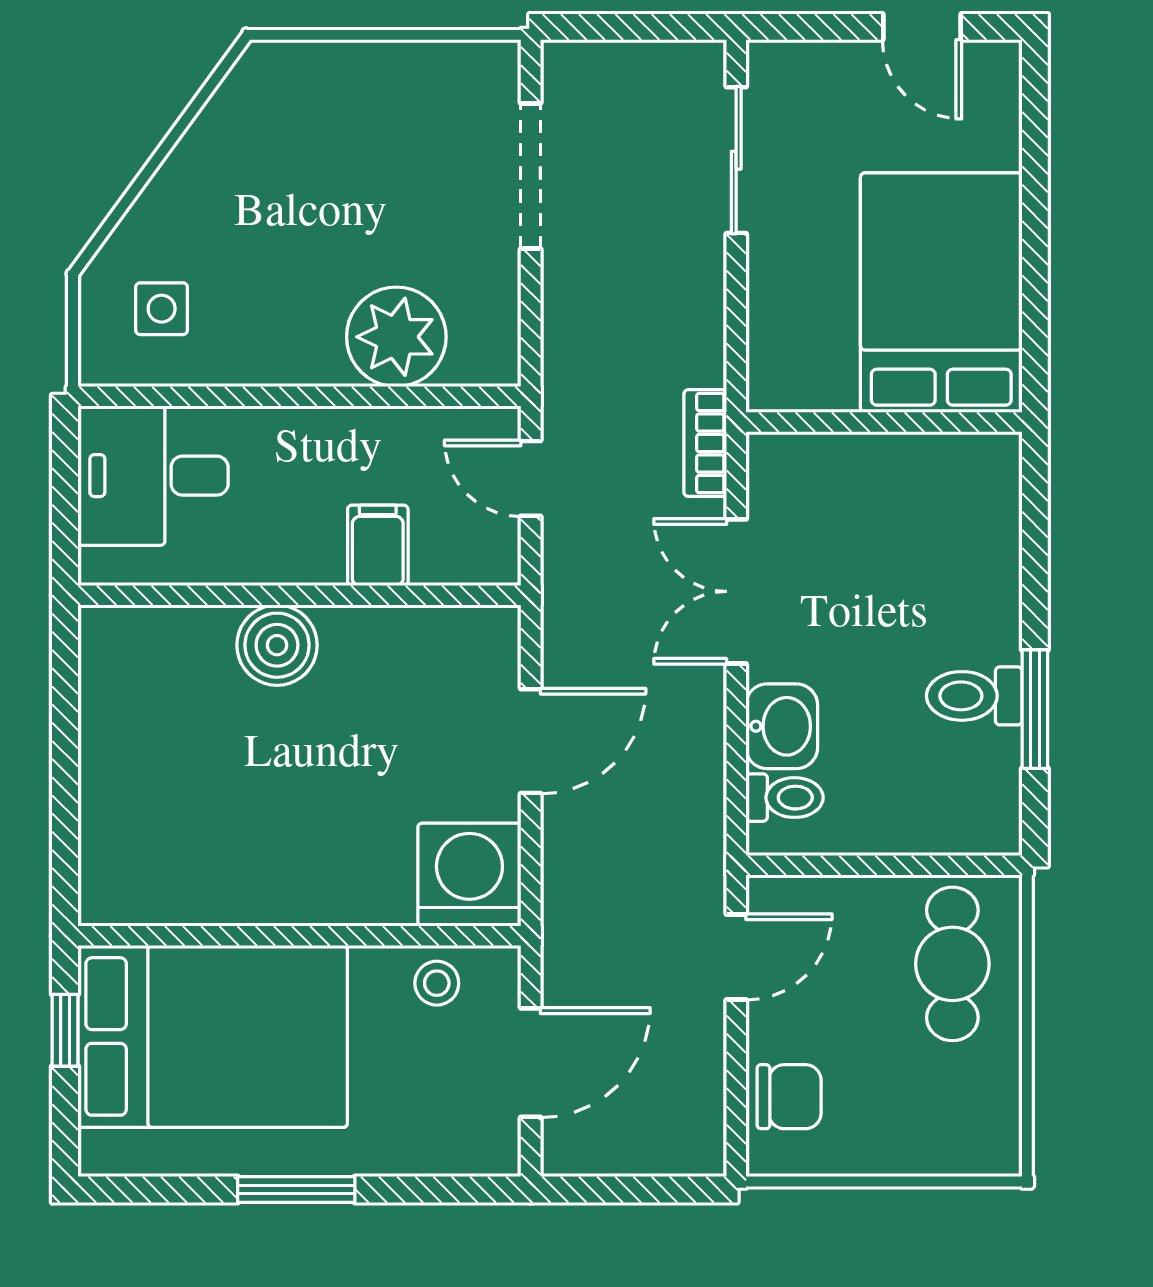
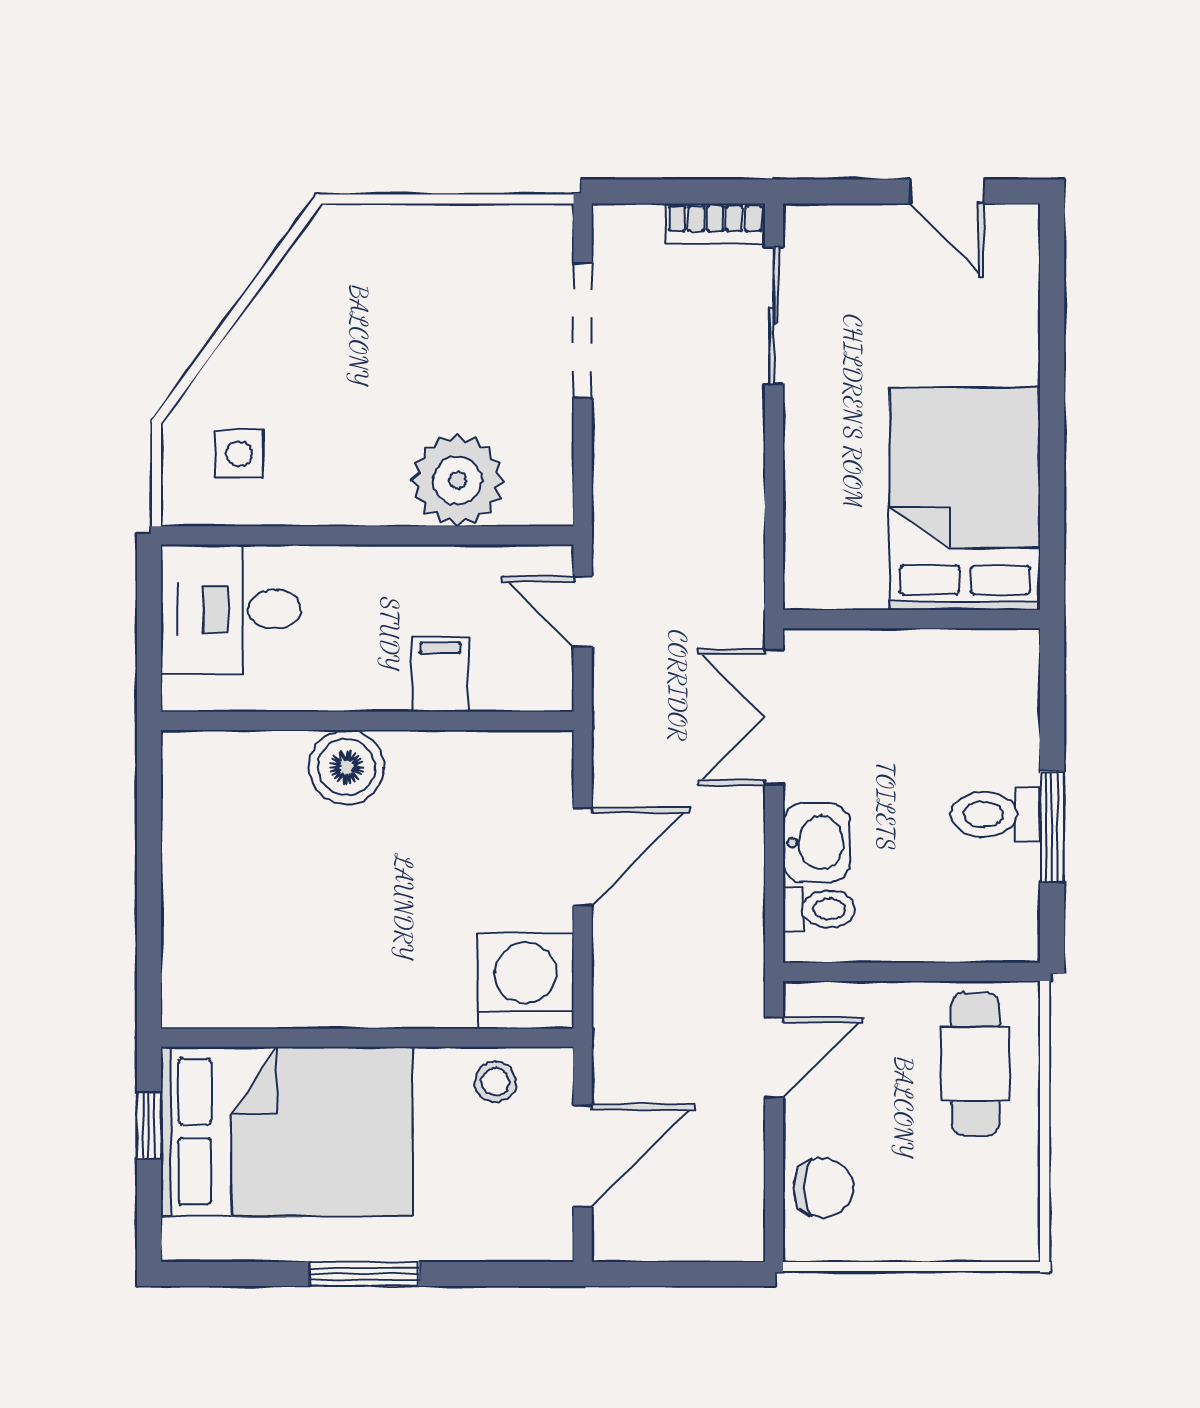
bed: (941, 293) -> (965, 499), moved
wall: (884, 422) -> (912, 619), moved
bookcase: (705, 443) -> (715, 223), moved, turned -90

